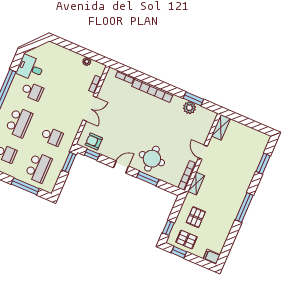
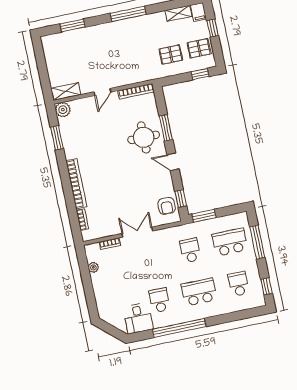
plant: (189, 108) -> (63, 110), moved
shelving: (196, 184) -> (178, 13), moved
pallet: (186, 240) -> (199, 48), turned 90
window: (179, 252) -> (213, 28), moved

